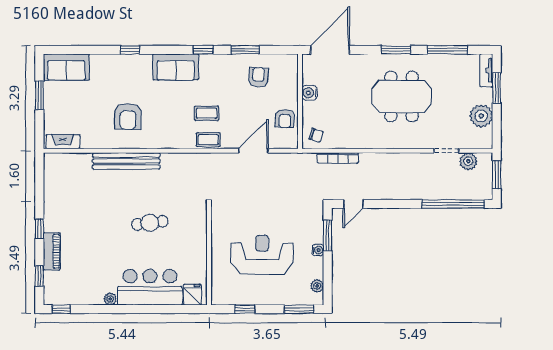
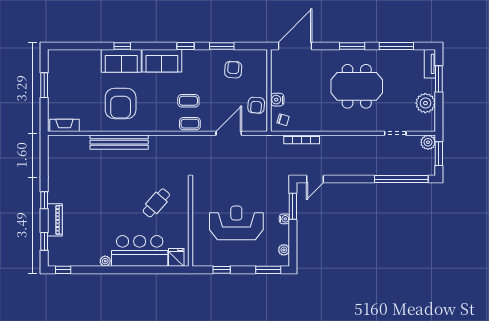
sofa: (66, 67) -> (121, 61), moved
water cooler: (309, 93) -> (277, 100), moved
armchair: (128, 116) -> (121, 104), width x1.36, depth x1.36
plant: (468, 161) -> (428, 142), moved
cafe table: (150, 223) -> (156, 203), moved, turned -42

